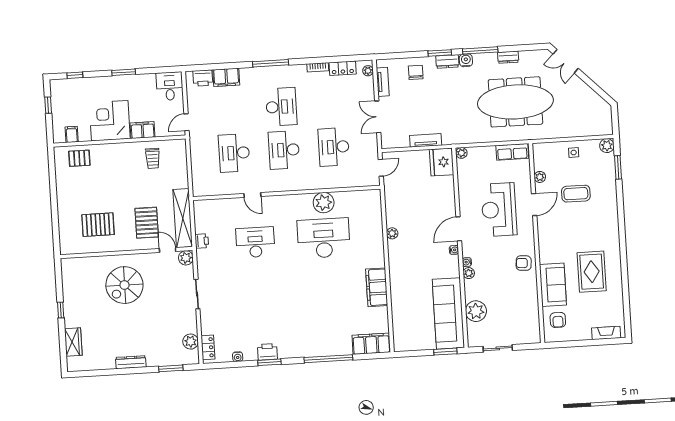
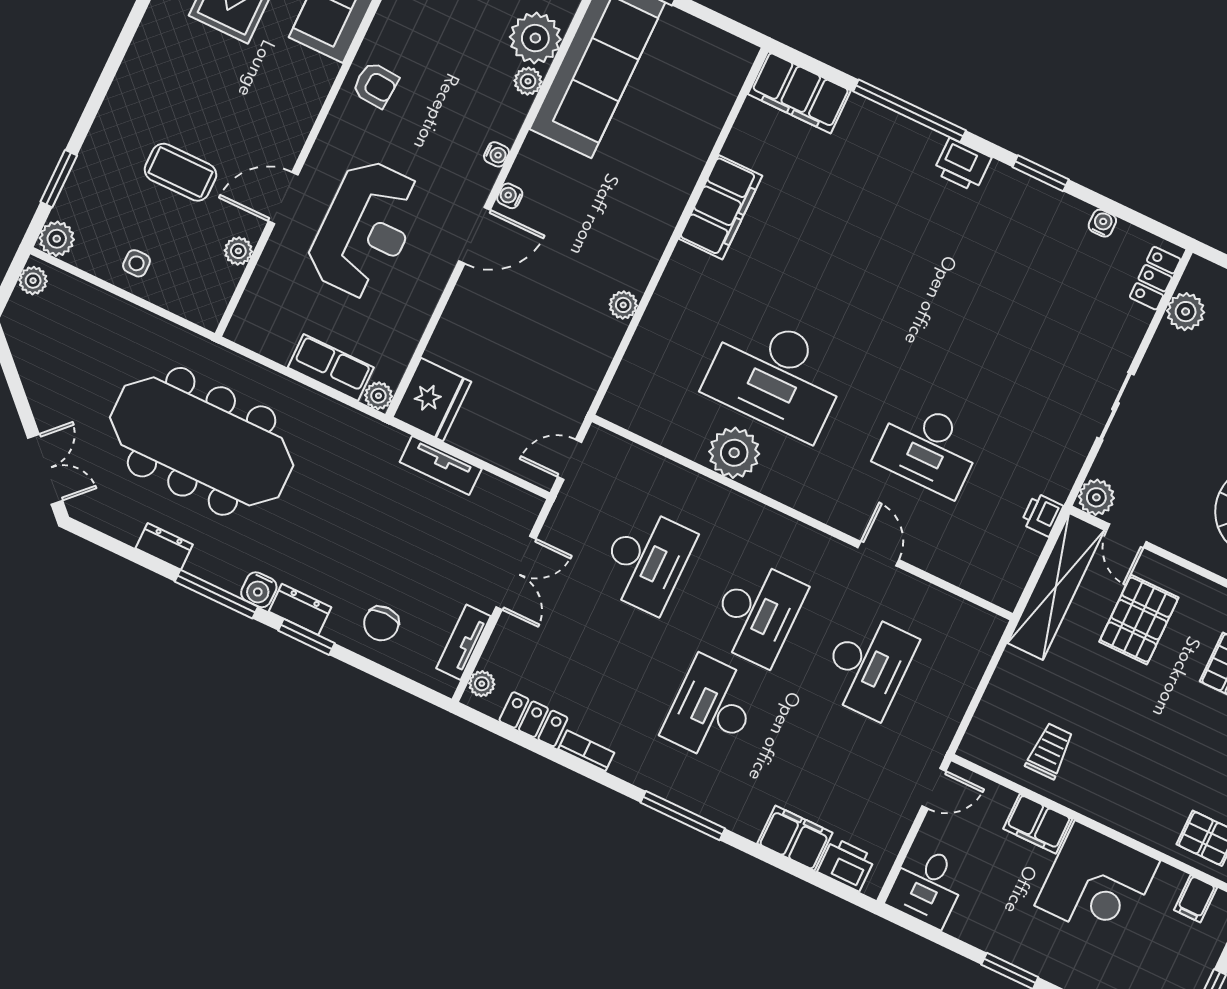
plant: (607, 126) -> (33, 281), added
row of seats: (512, 152) -> (331, 368), moved
plant: (469, 273) -> (528, 81), moved
printer: (267, 352) -> (962, 165), moved

